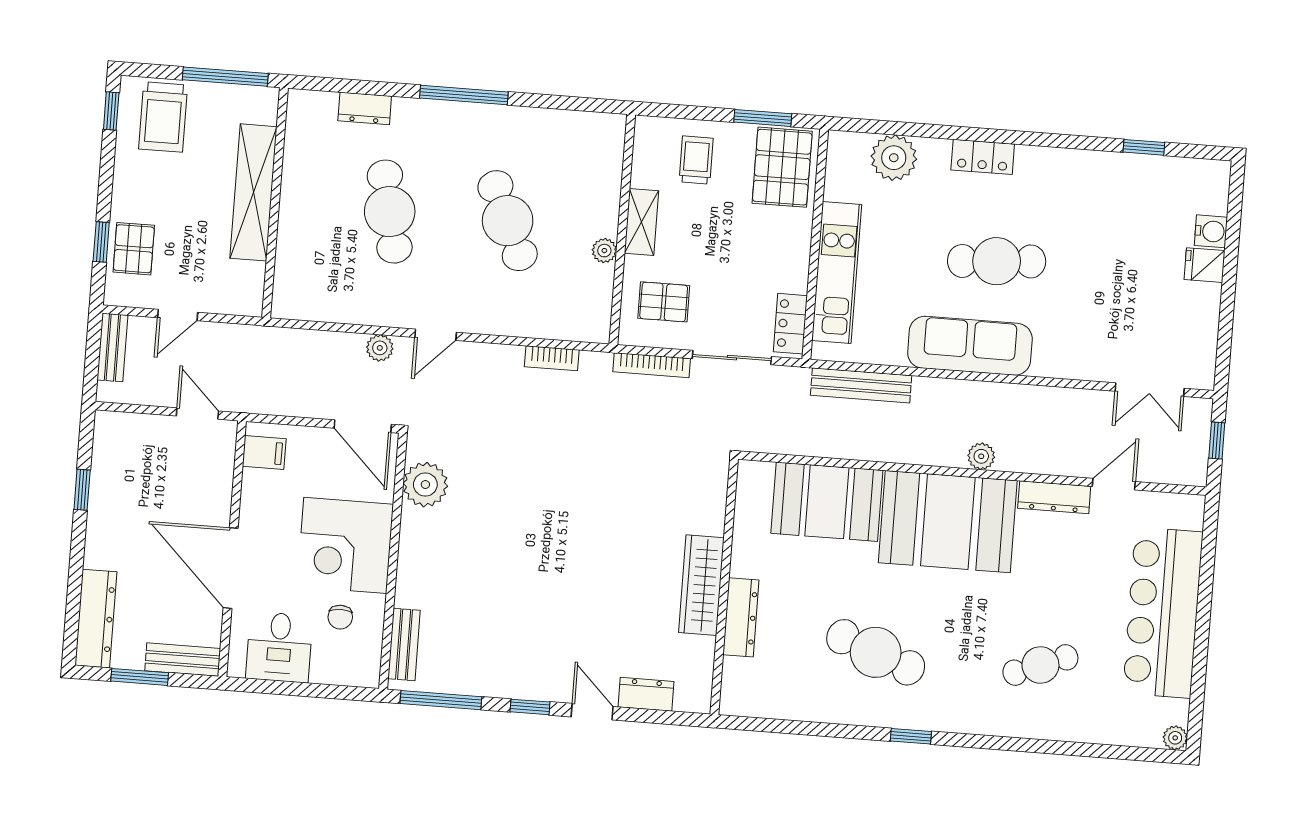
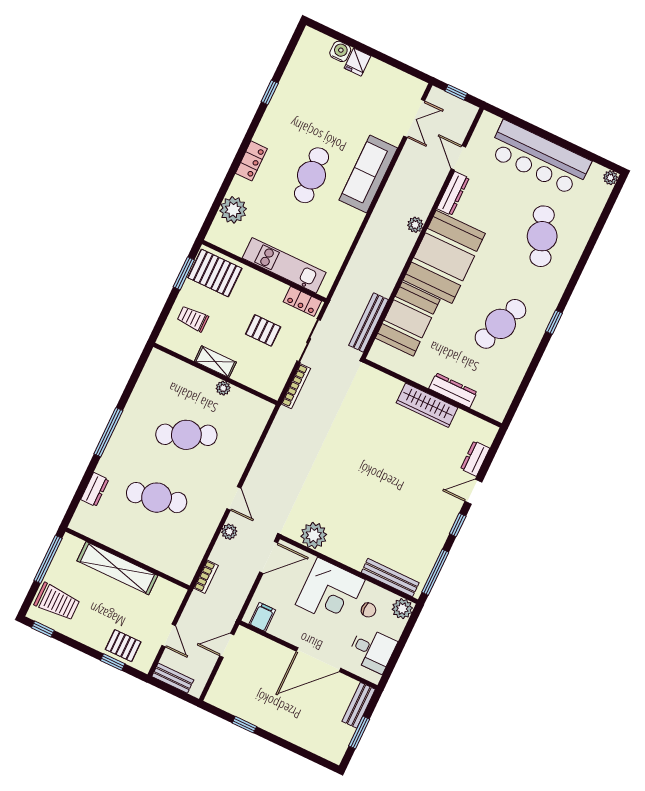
window: (1144, 147) -> (270, 92), moved
pallet: (664, 302) -> (263, 330), moved, turned 90
sofa: (970, 346) -> (368, 174), moved
bookcase: (552, 358) -> (206, 577), moved
bench: (861, 385) -> (369, 323), moved
dresser: (96, 619) -> (318, 744), removed
bench: (404, 645) -> (390, 578), width x1.36
cafe table: (1040, 665) -> (542, 236), width x1.37, depth x1.35
plant: (363, 670) -> (402, 609), added

